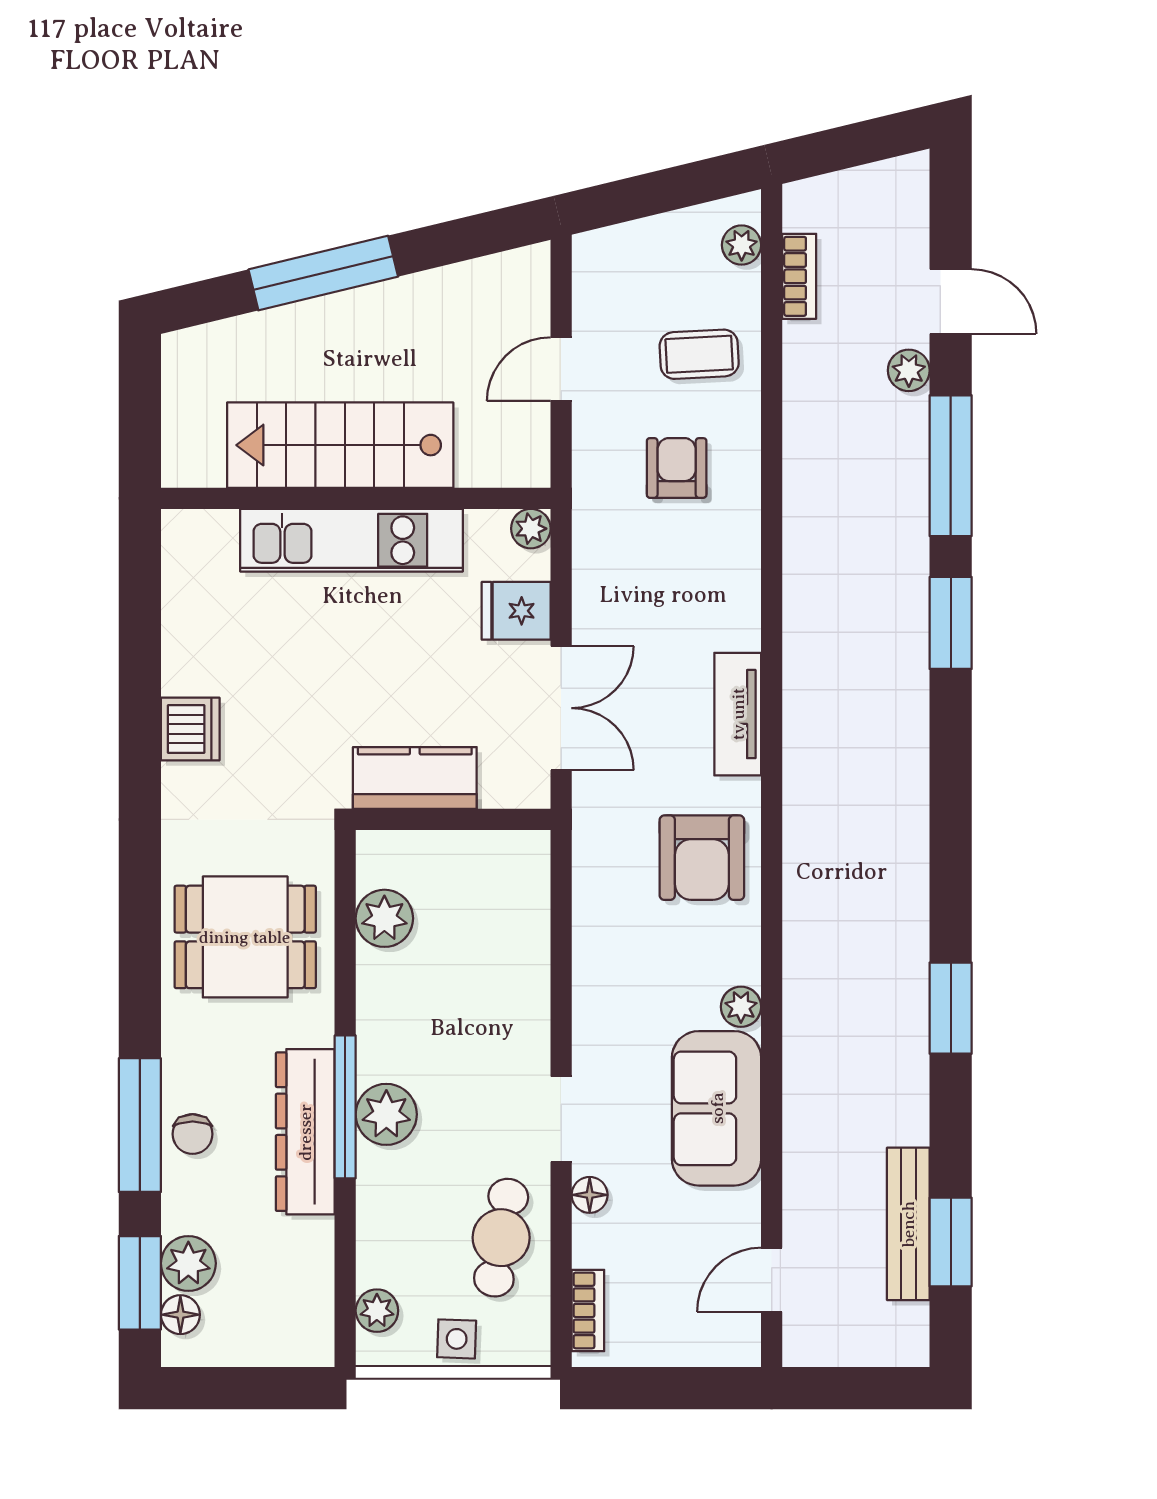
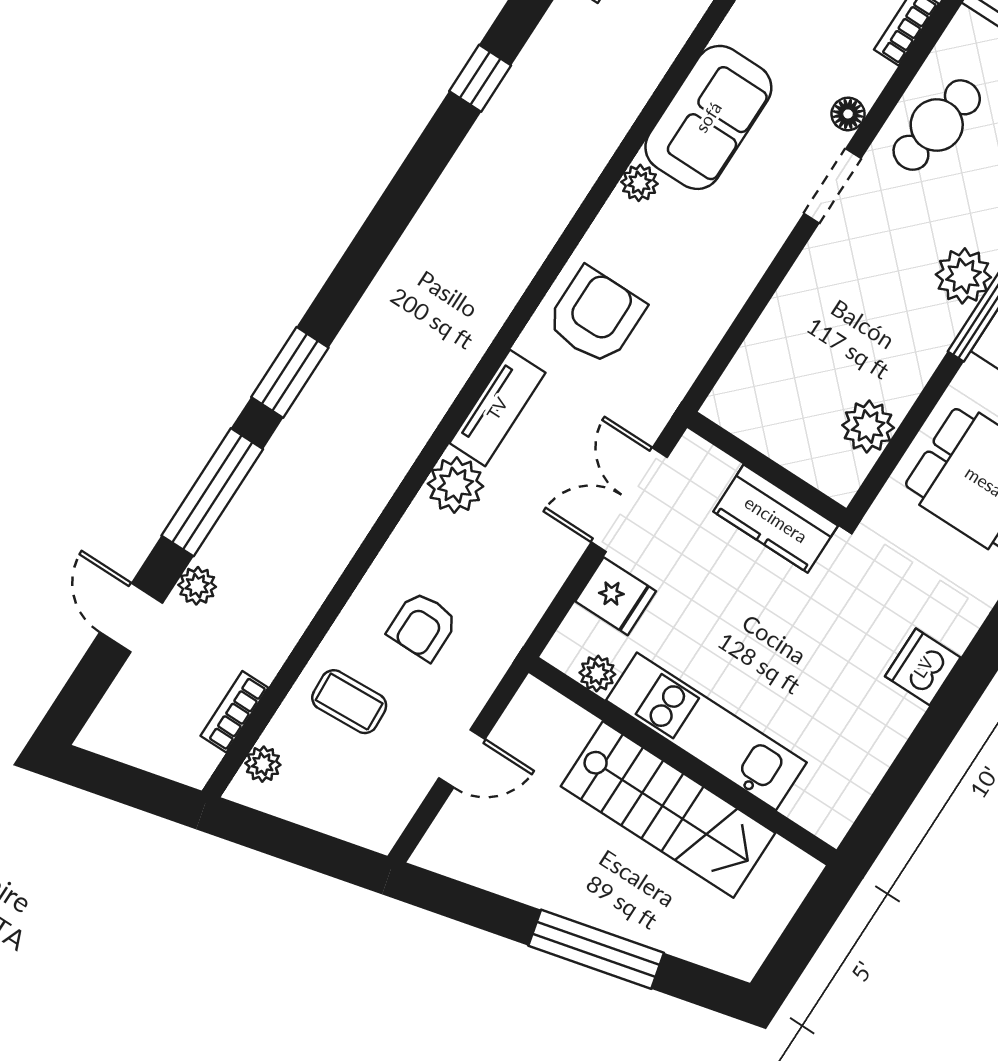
plant: (531, 529) -> (597, 673), moved
plant: (730, 618) -> (456, 485), added
window: (951, 1008) -> (480, 78), width x0.67

